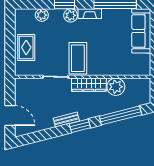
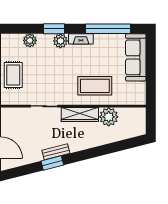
coffee table: (78, 58) -> (95, 86), moved, turned 90
window: (121, 115) -> (114, 147), removed
window: (80, 126) -> (52, 163), moved

